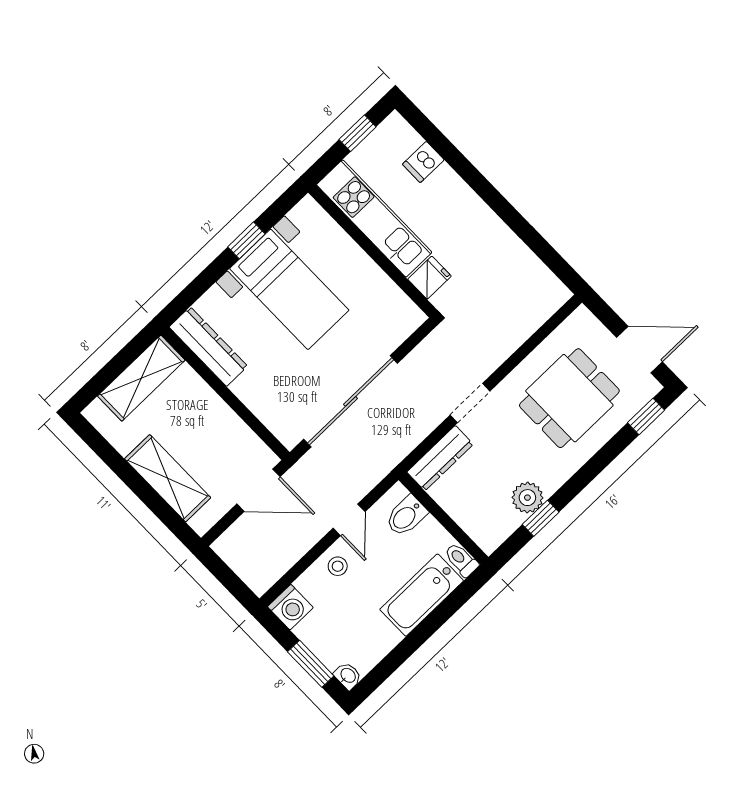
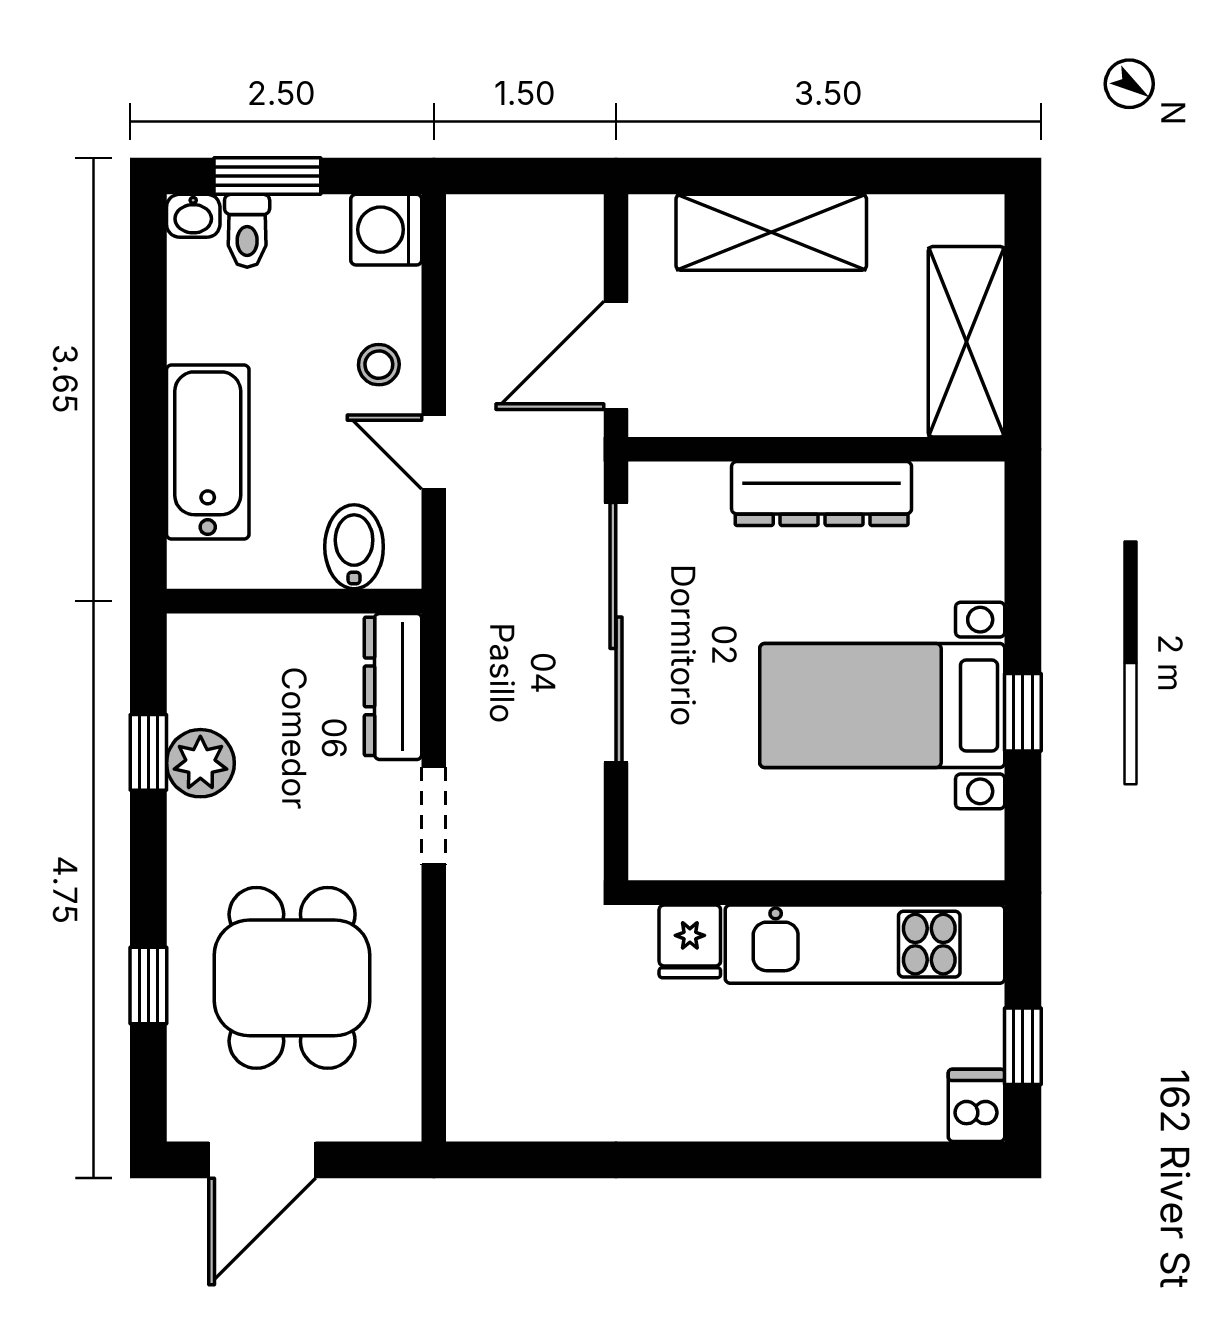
dishwasher: (423, 162) -> (977, 1105), moved
dresser: (208, 347) -> (822, 493), moved
window: (646, 416) -> (148, 985), moved
toilet: (461, 560) -> (247, 231), moved, turned 90

